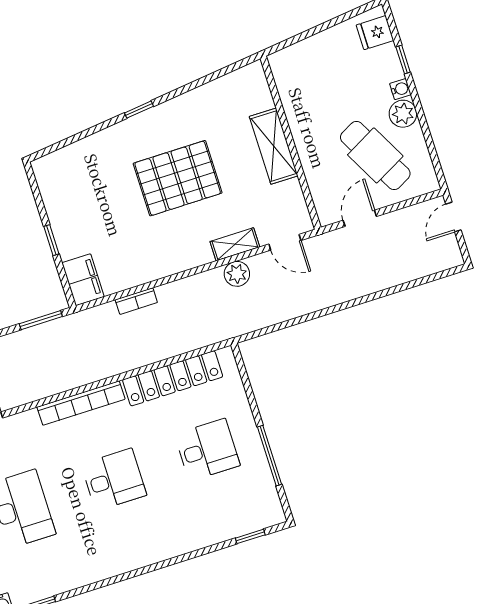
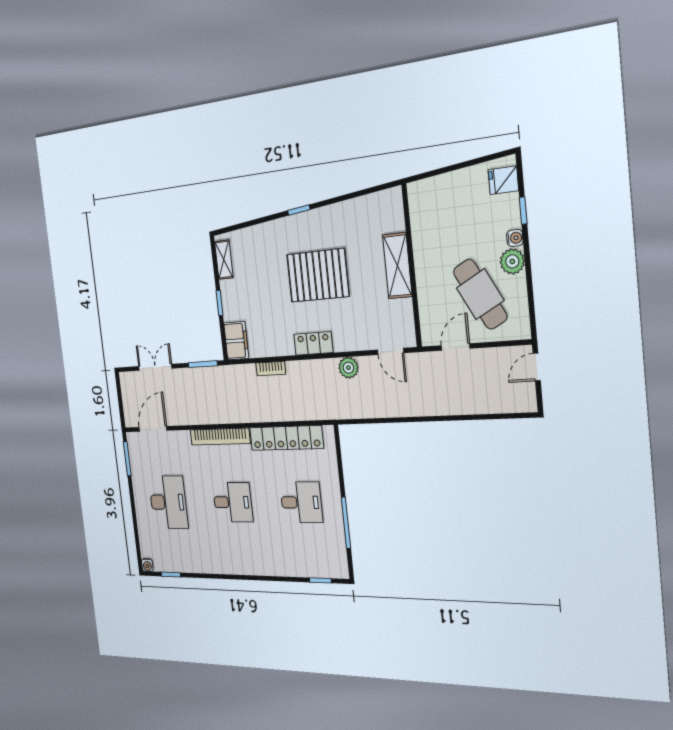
shelving: (235, 244) -> (224, 260), moved, turned 90
locker: (187, 257) -> (313, 343), added

